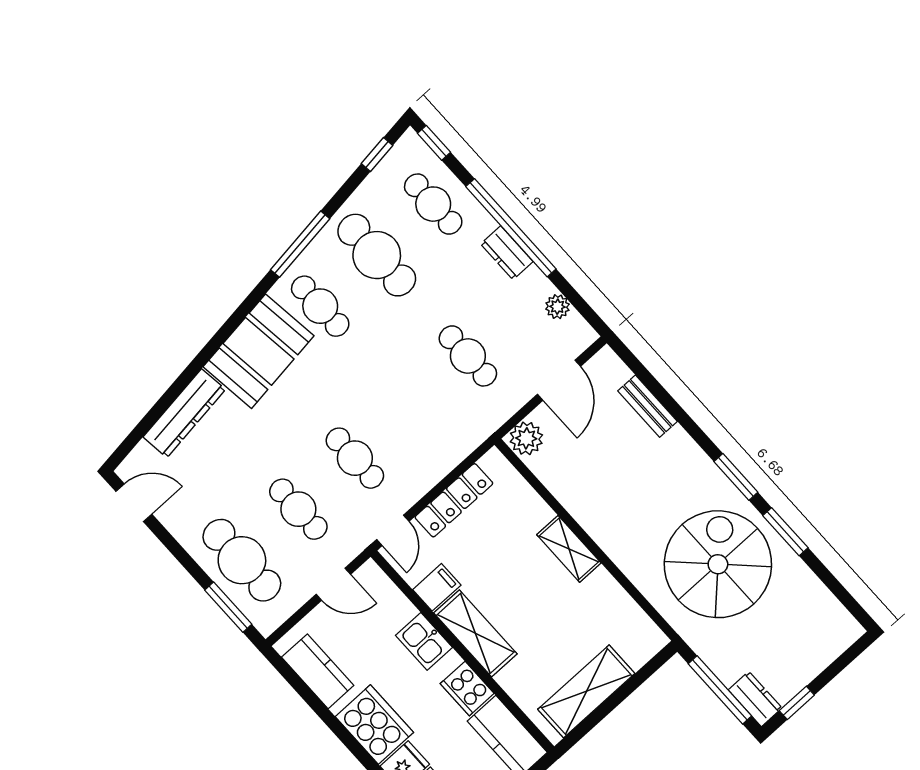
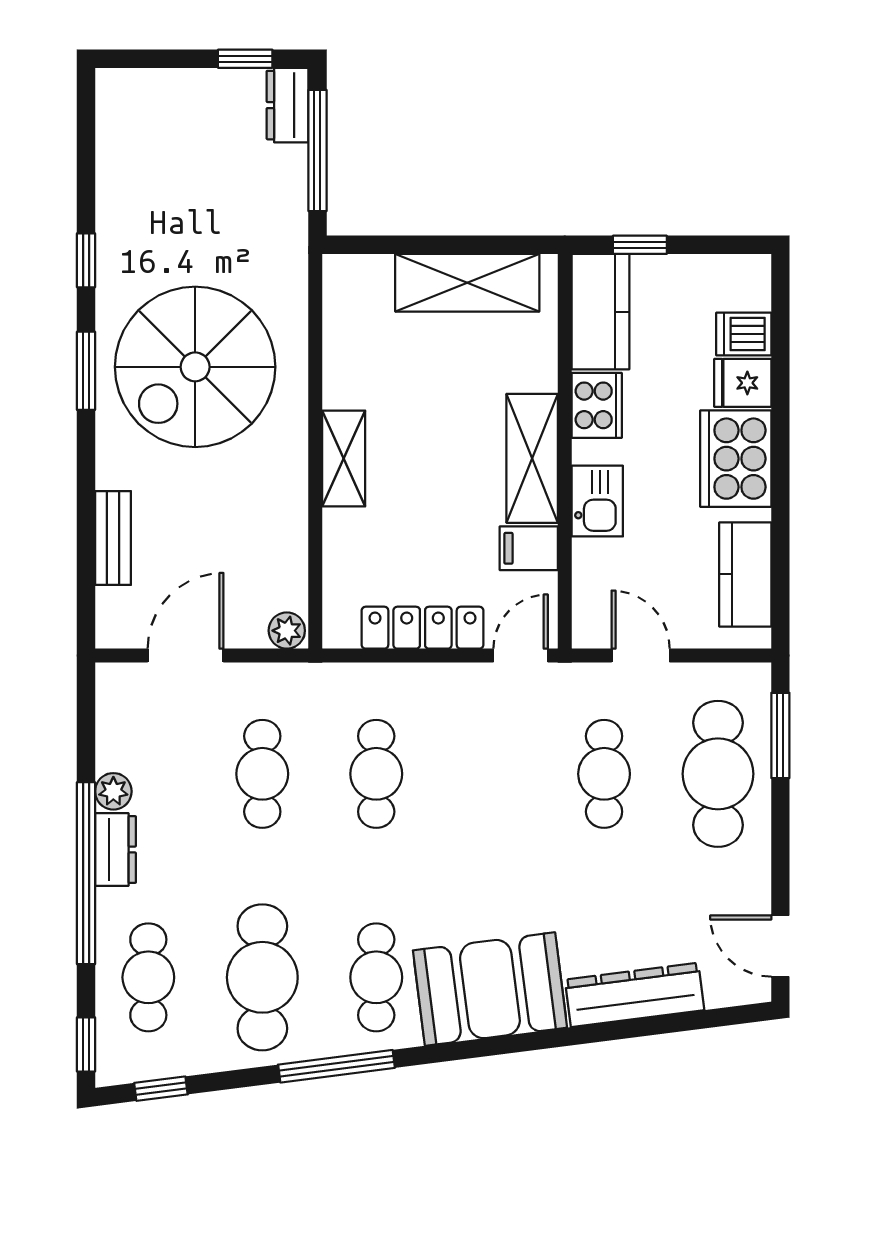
plant: (557, 307) -> (113, 791), moved
plant: (526, 438) -> (287, 631), width x0.73, depth x0.73
cafe table: (355, 458) -> (376, 774), moved
window: (785, 532) -> (86, 260), width x0.67
spiral stairs: (718, 564) -> (195, 367), moved

